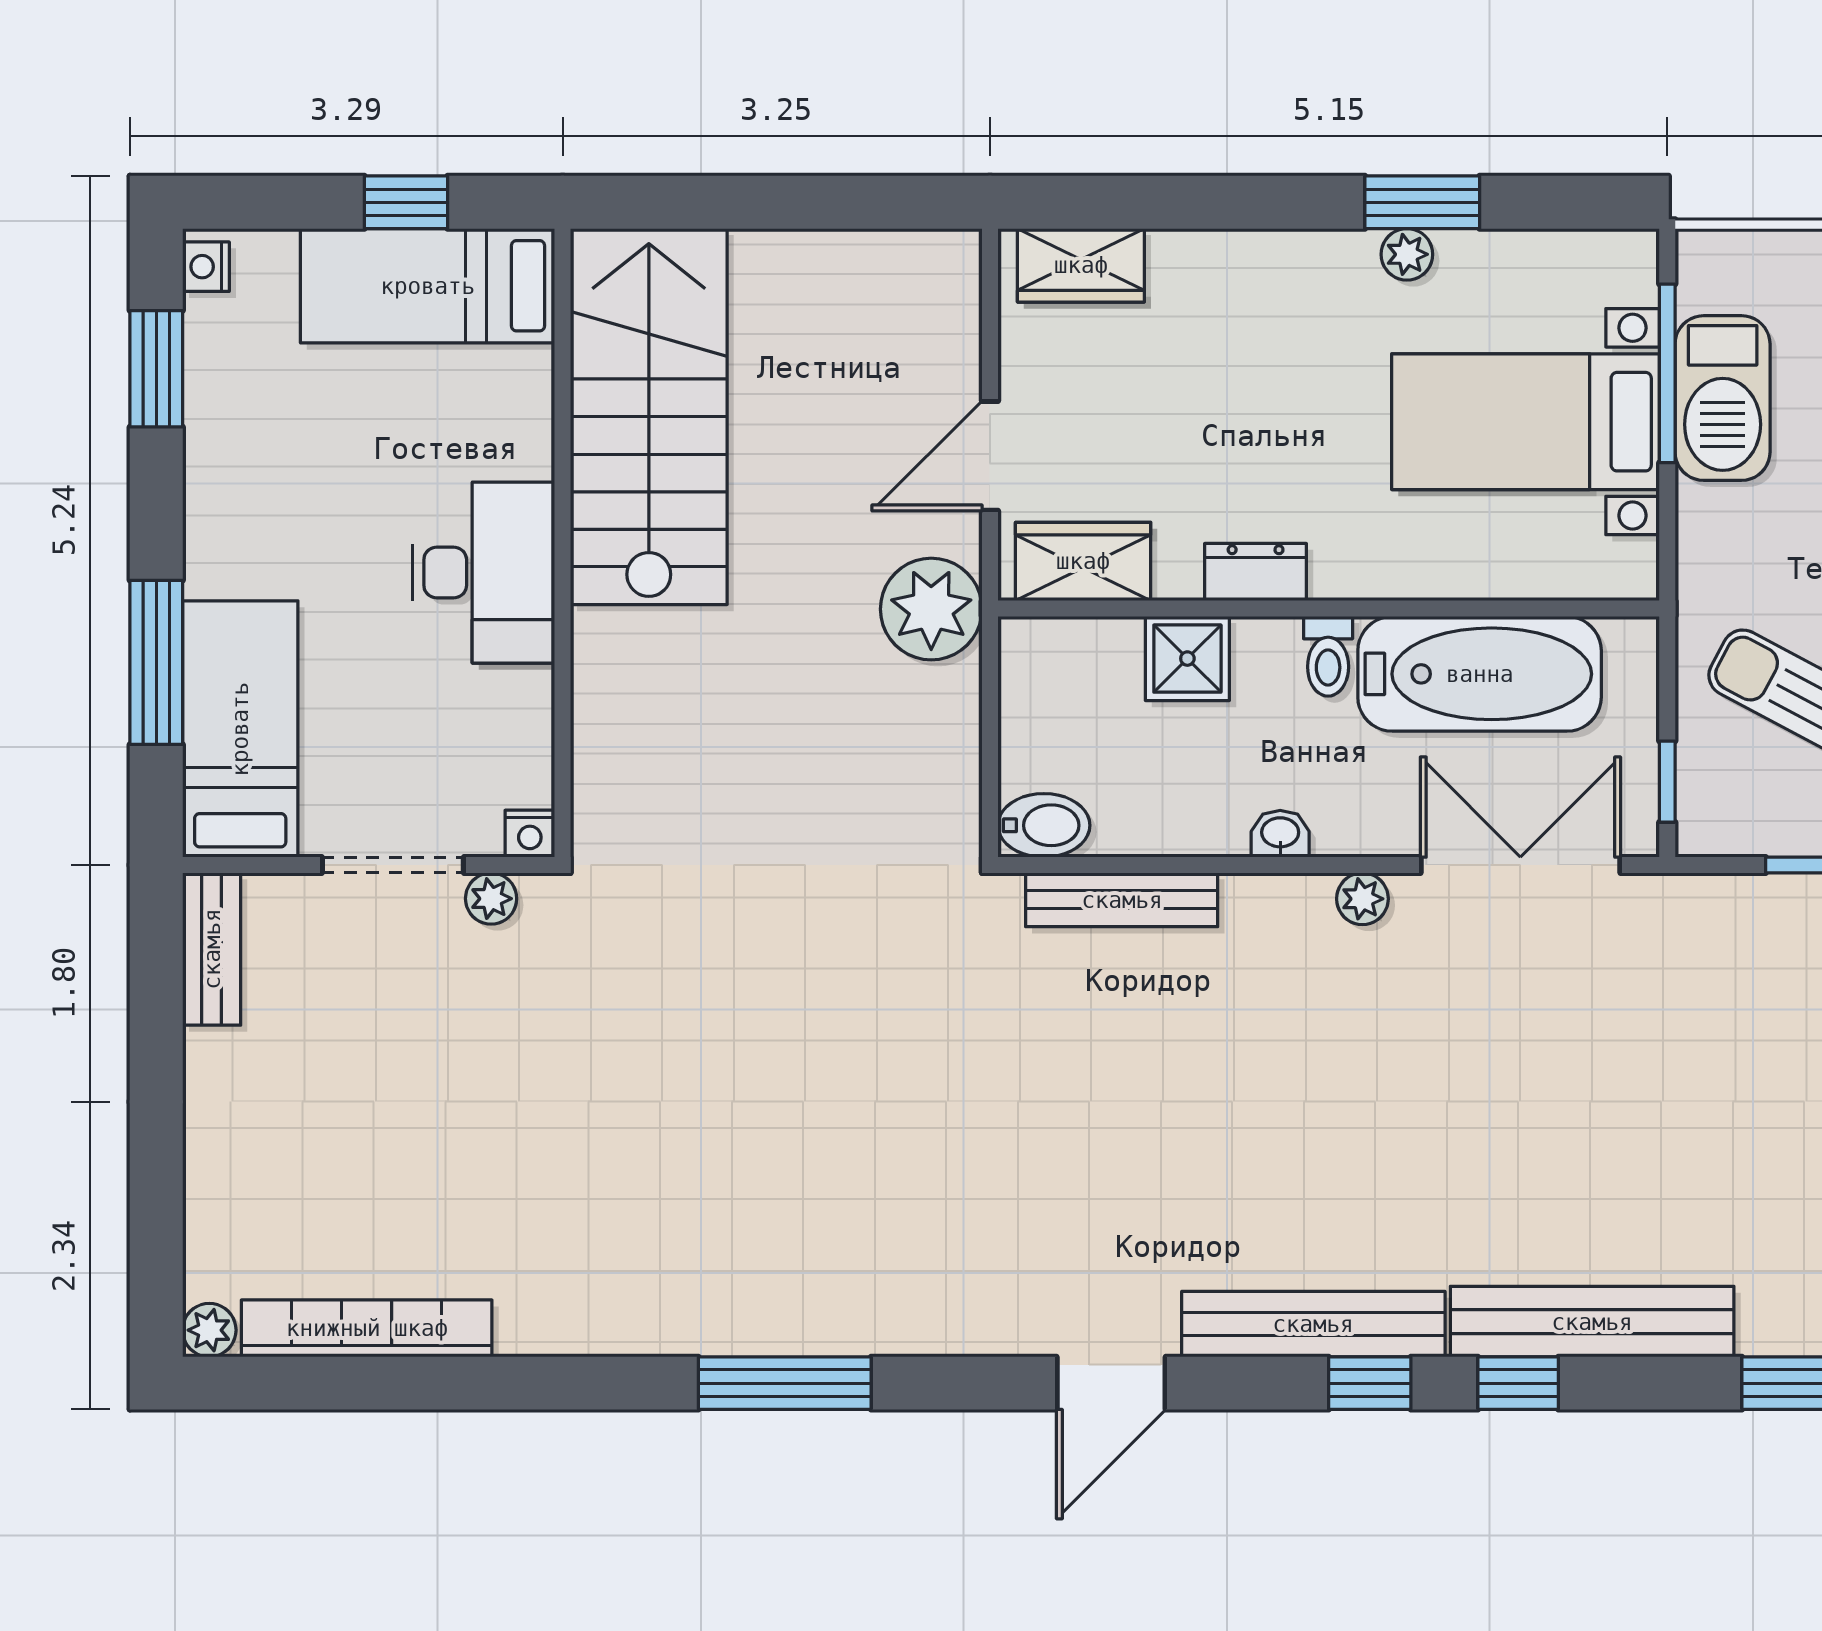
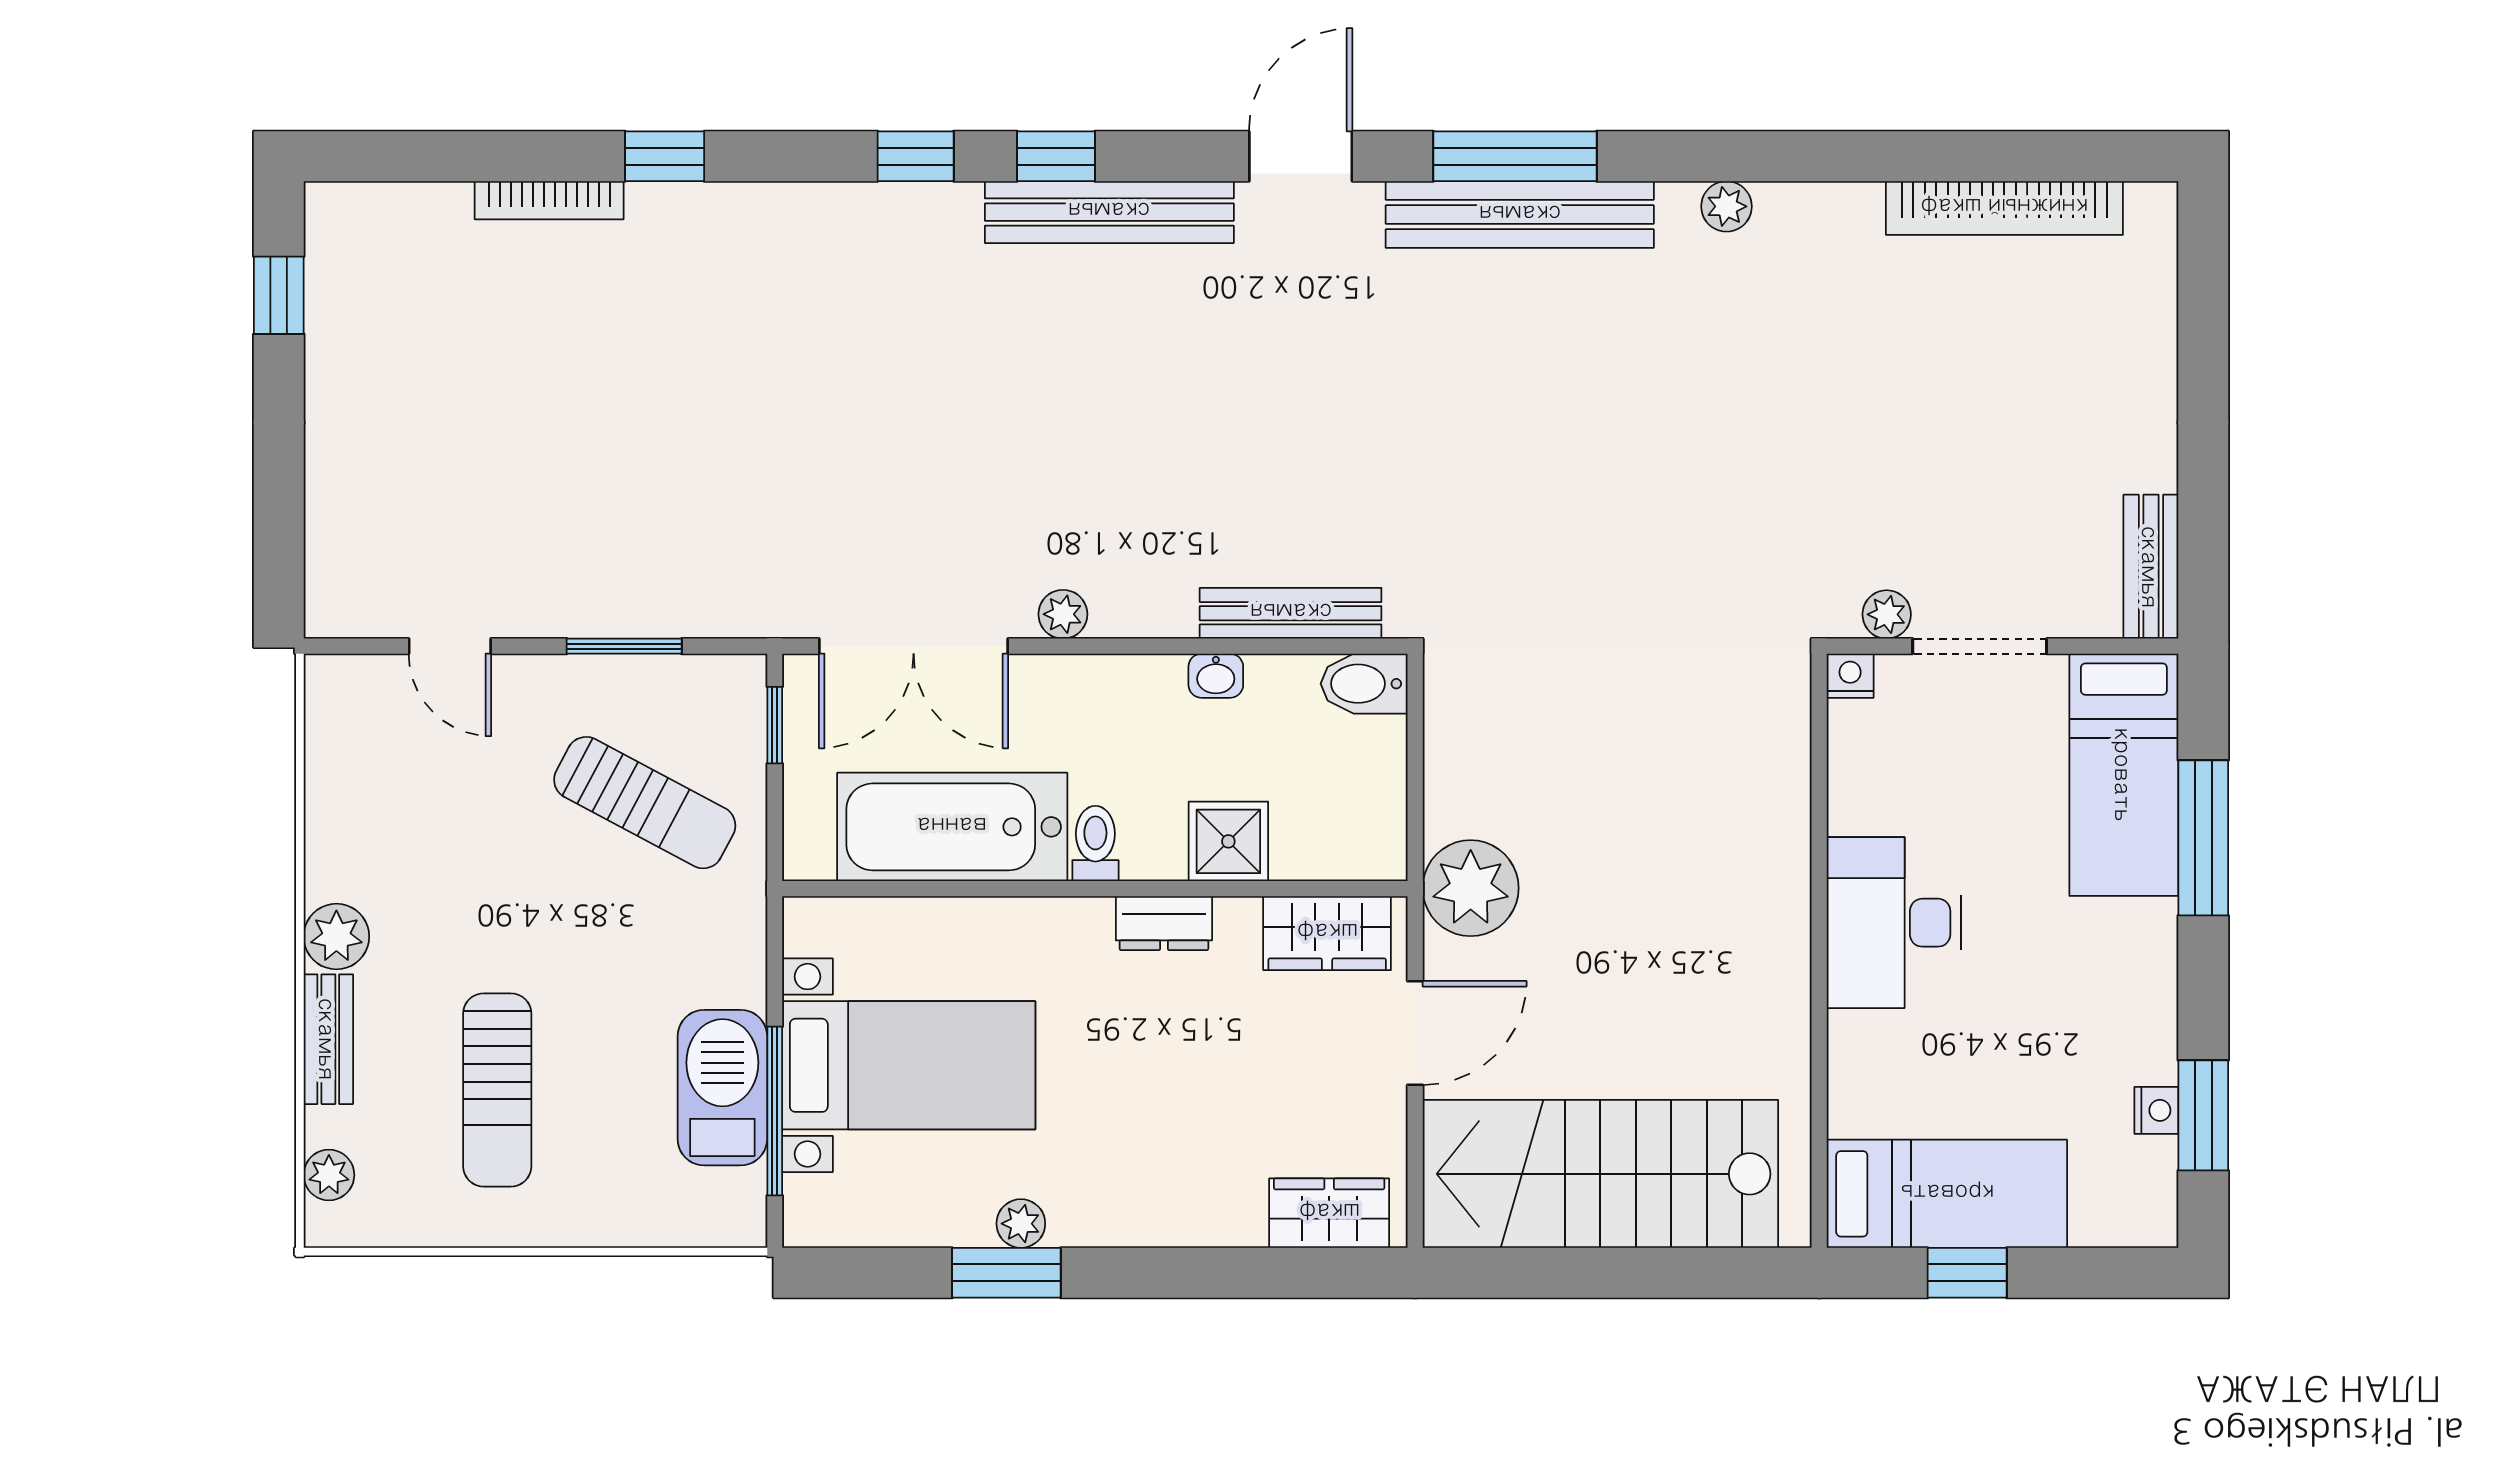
nightstand: (206, 267) -> (2156, 1110), moved
stairs: (649, 417) -> (1600, 1174), moved, turned 90
washbasin: (1280, 834) -> (1216, 676), moved
bench: (1592, 1322) -> (1520, 215), moved
plant: (209, 1330) -> (1726, 206), moved
window: (785, 1383) -> (1515, 156), moved

